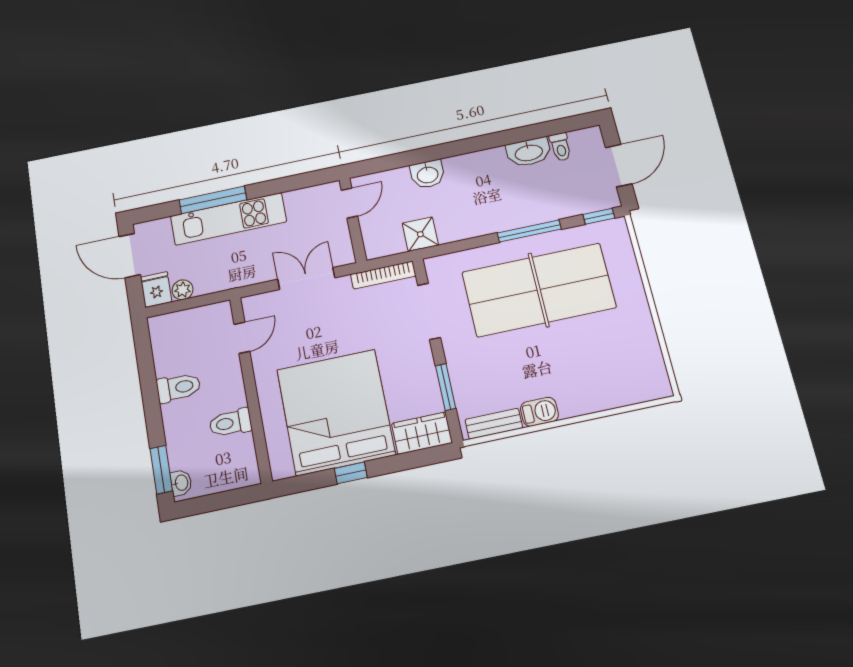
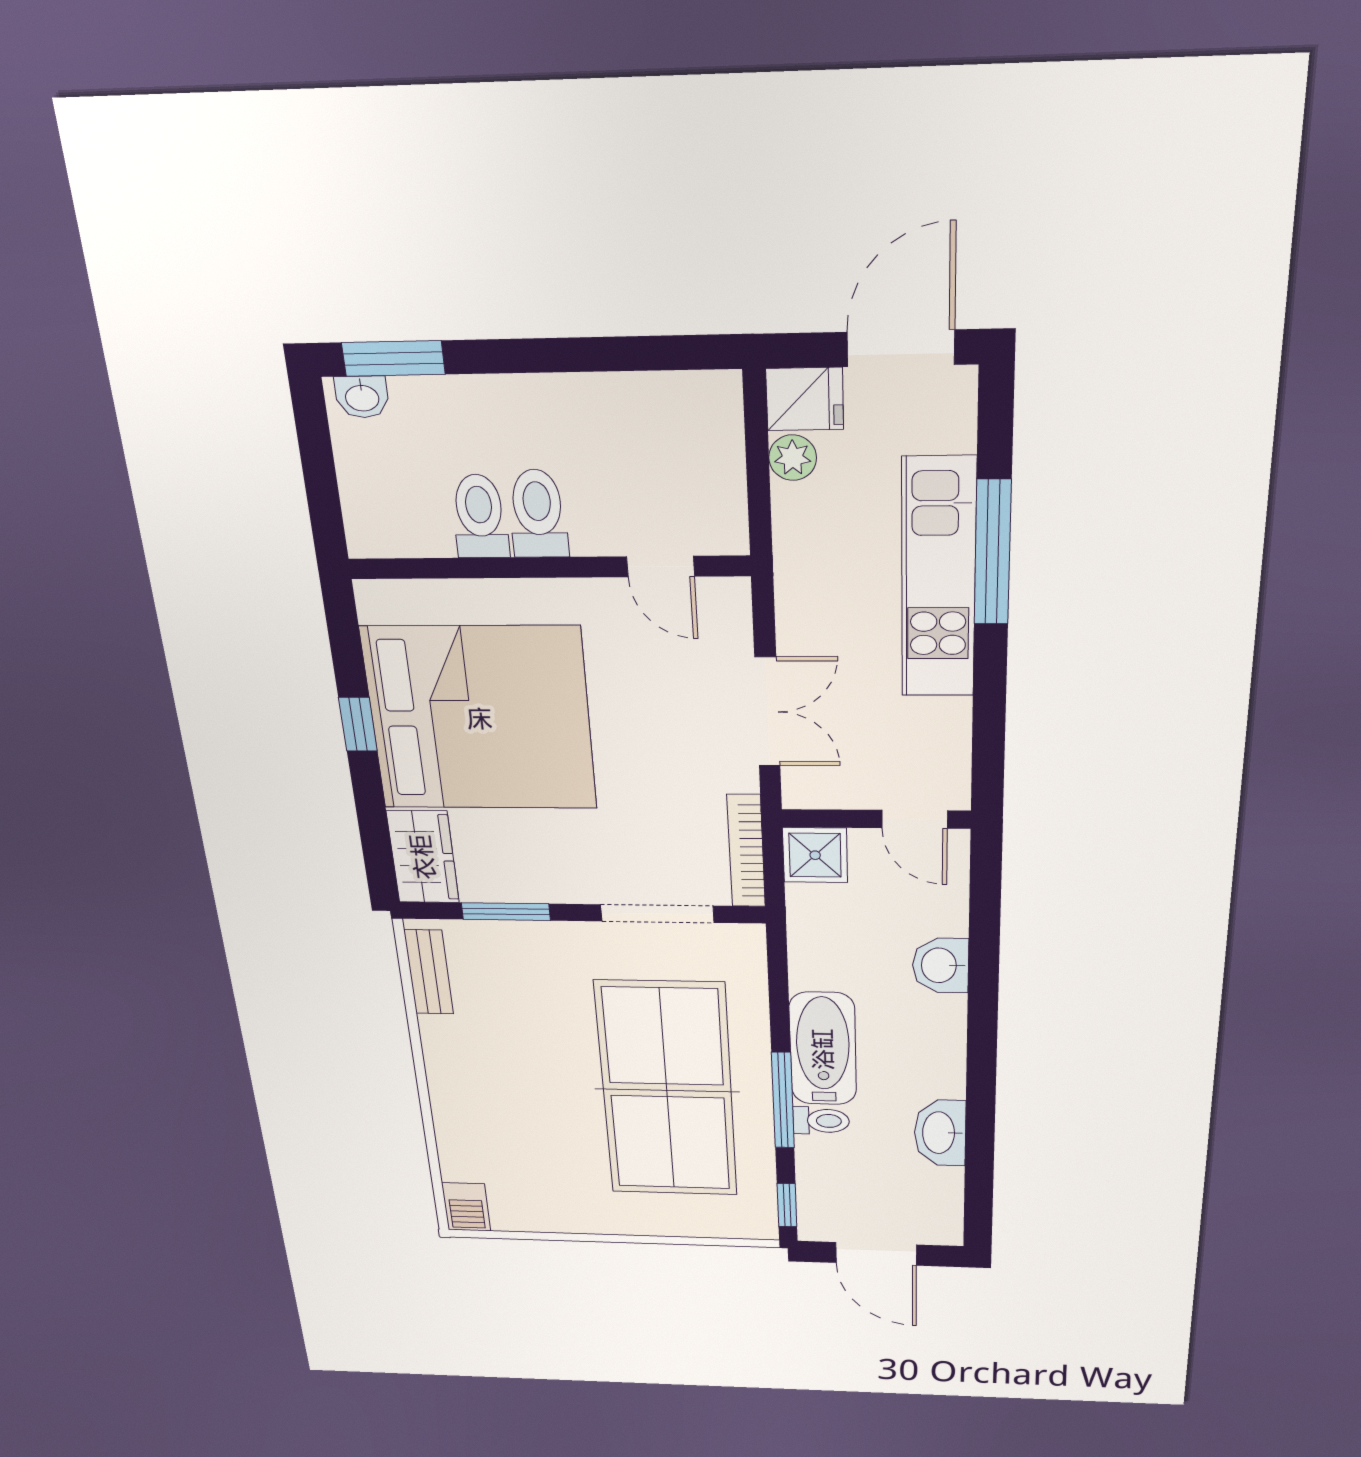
toilet: (560, 147) -> (821, 1121), moved, turned 180
bathtub: (491, 218) -> (823, 1049), added
shower: (420, 234) -> (815, 855), moved
toilet: (178, 388) -> (538, 514), moved, turned 180
barbecue: (539, 412) -> (466, 1207), moved

